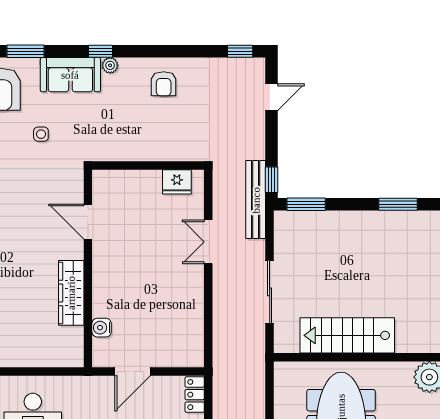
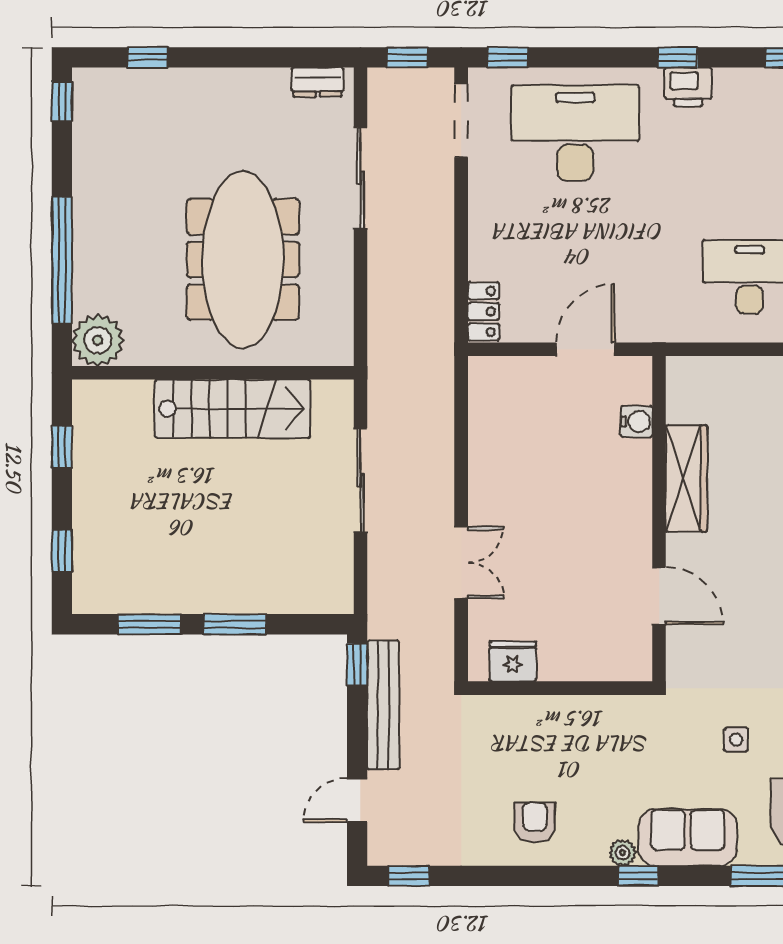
bench: (256, 200) -> (383, 705), moved
window: (306, 204) -> (235, 624), moved

